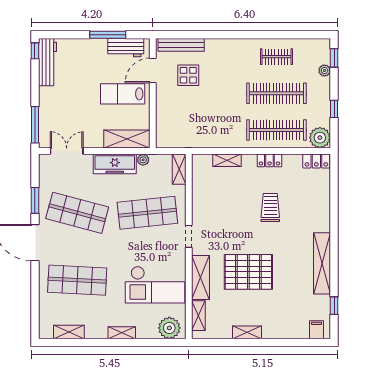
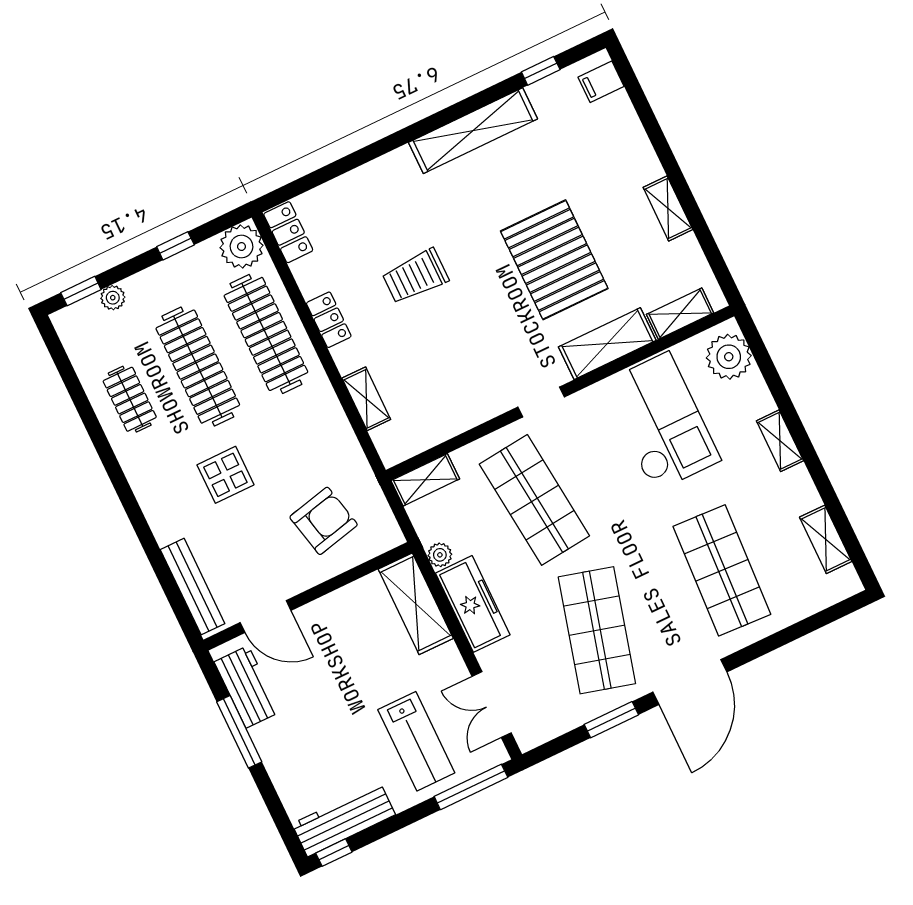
display table: (188, 75) -> (225, 475), moved
lab bench: (123, 94) -> (416, 741), moved
armchair: (182, 116) -> (324, 521), added

